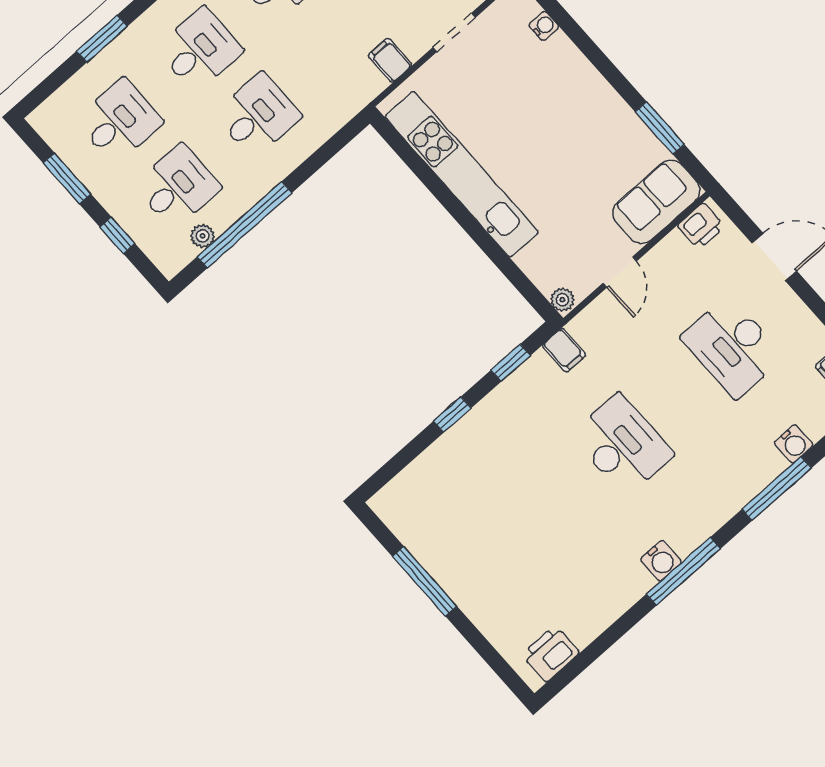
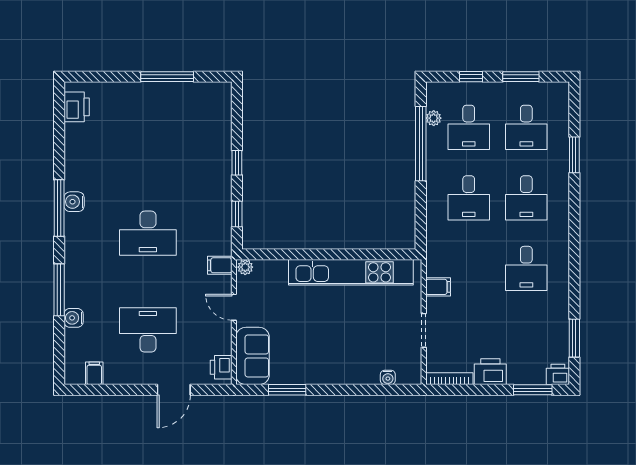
filing cabinet: (564, 350) -> (220, 265), moved

